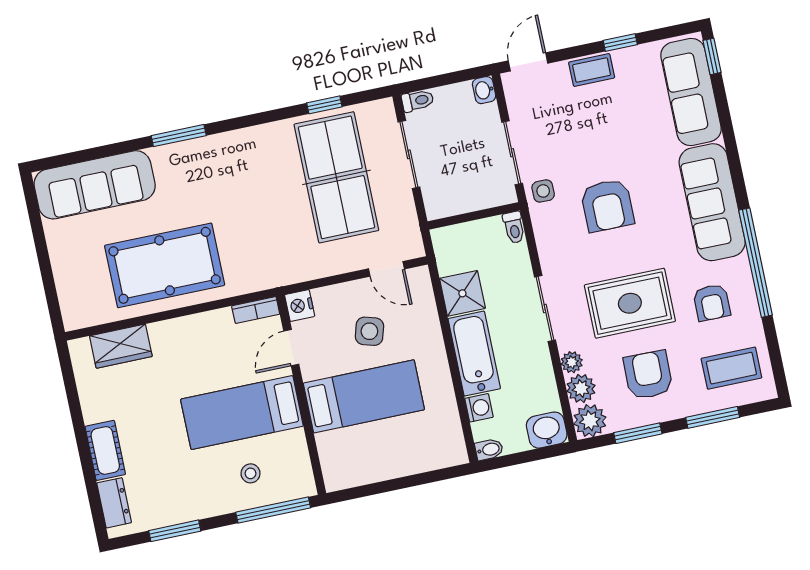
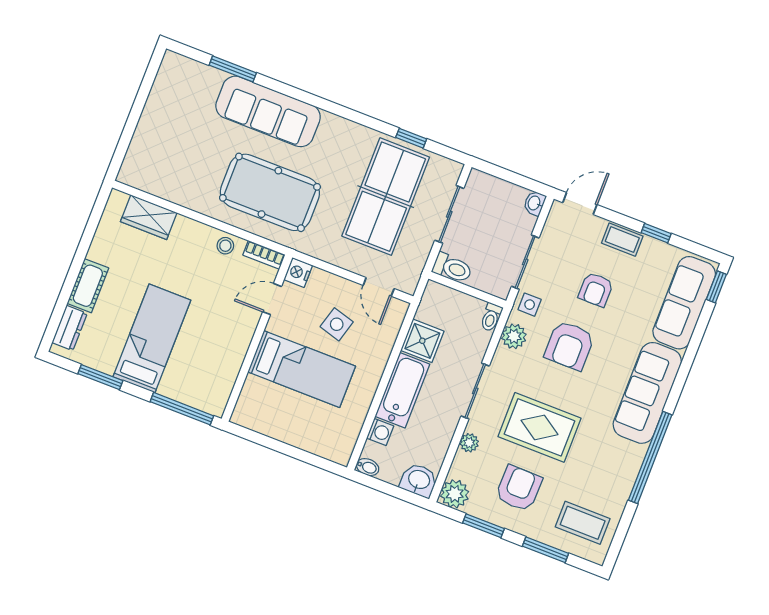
toilet: (418, 101) -> (452, 268), moved, width x1.37, depth x1.39
window: (179, 136) -> (233, 69), moved
sofa: (95, 185) -> (268, 111), moved
pool table: (165, 265) -> (270, 192), moved
armchair: (712, 303) -> (596, 290), moved
plant: (581, 388) -> (514, 336), moved
bed: (242, 413) -> (152, 338), moved, turned 90
stool: (251, 473) -> (225, 246), moved

